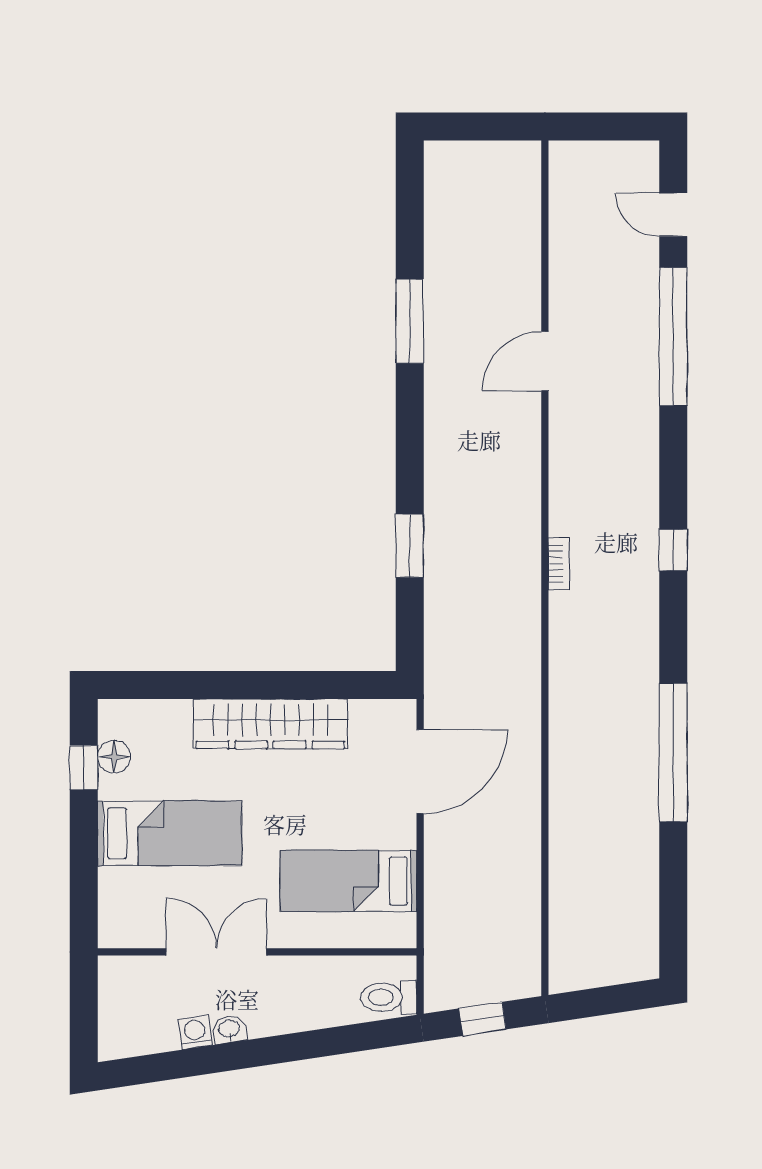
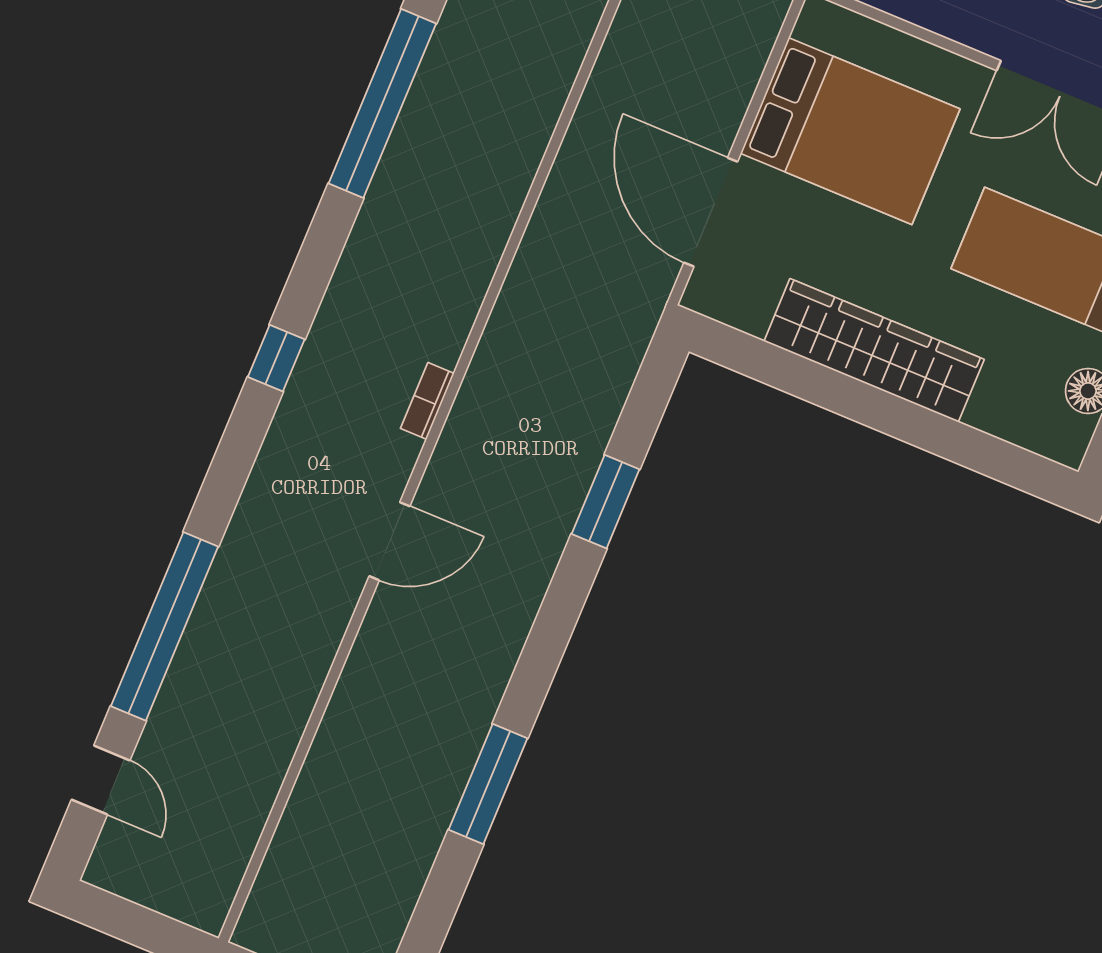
door: (545, 361) -> (389, 541), moved
door: (420, 771) -> (711, 212), hinge flipped
bed: (348, 881) -> (850, 131), width x1.50

